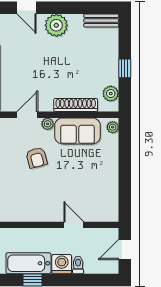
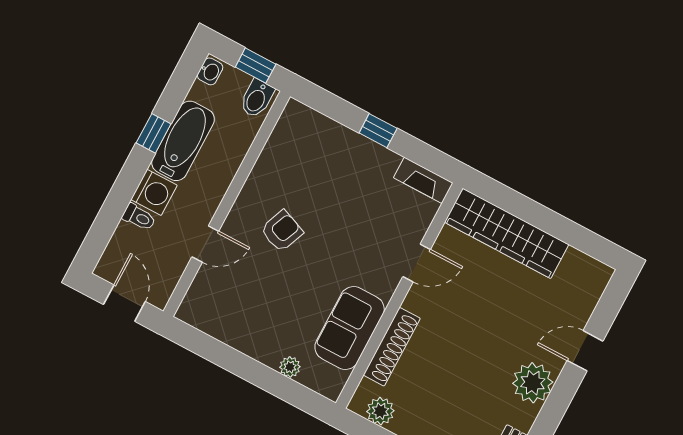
door: (27, 115) -> (417, 263), hinge flipped
plant: (48, 124) -> (386, 287), removed
plant: (113, 127) -> (290, 367), moved
armchair: (37, 158) -> (282, 231), moved, turned 127

